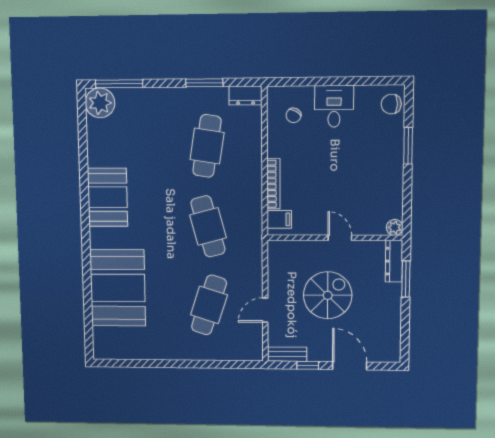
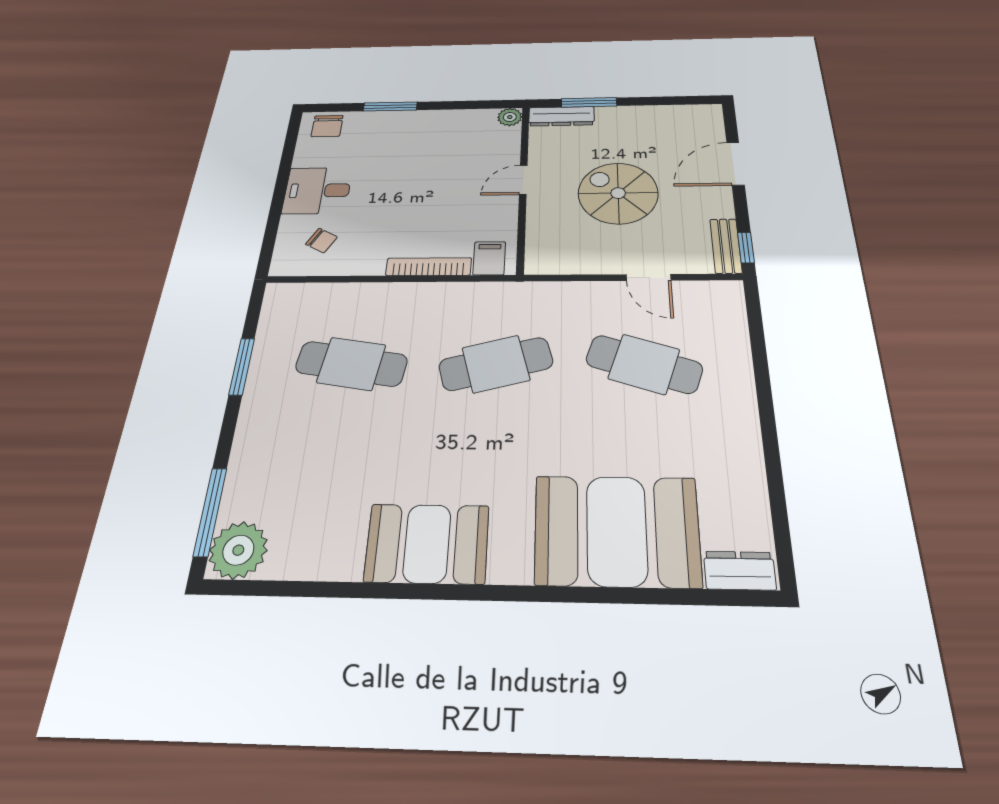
dresser: (246, 96) -> (740, 571), moved, turned -90
window: (308, 365) -> (746, 247), moved

